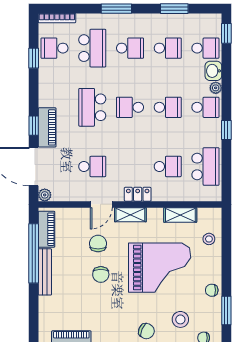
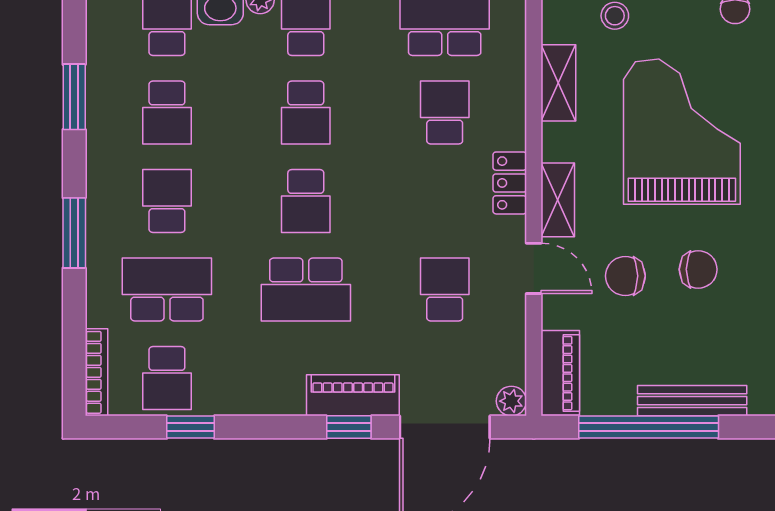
school desk: (168, 48) -> (167, 113), turned 180
school desk: (168, 107) -> (306, 113), turned 180
piano: (46, 229) -> (560, 373), moved, turned 90

